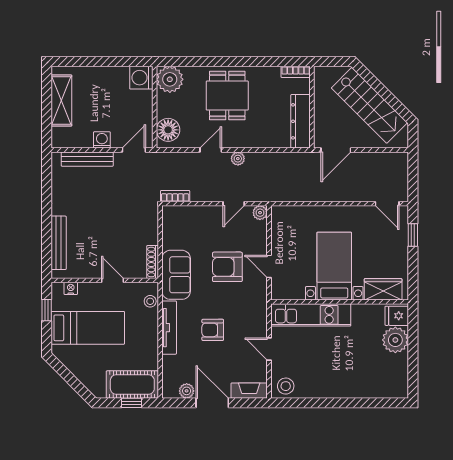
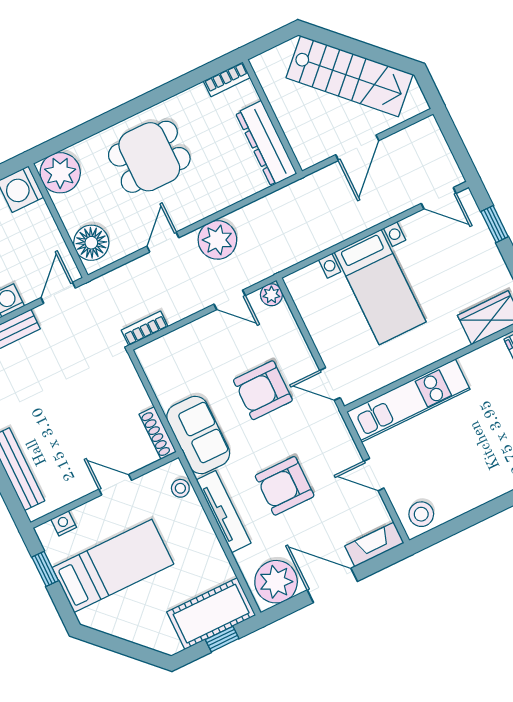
dining table: (227, 96) -> (149, 157), turned 90
door: (336, 150) -> (357, 148), moved
plant: (238, 159) -> (217, 240), width x1.88, depth x1.88
door: (234, 204) -> (230, 300), hinge flipped
door: (269, 266) -> (330, 384), moved
bed with nightstands: (334, 266) -> (380, 287), moved, turned 180
armchair: (213, 330) -> (285, 486), width x1.38, depth x1.38
plant: (187, 391) -> (276, 582), width x1.87, depth x1.87

